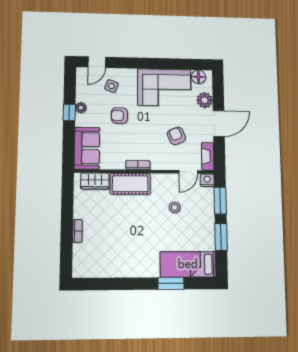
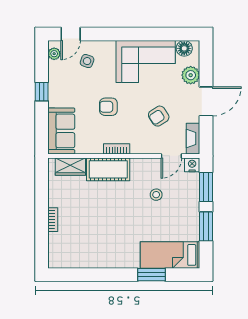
plant: (81, 108) -> (54, 54), moved
armchair: (119, 116) -> (108, 107), moved
armchair: (176, 136) -> (159, 116), turned -100

